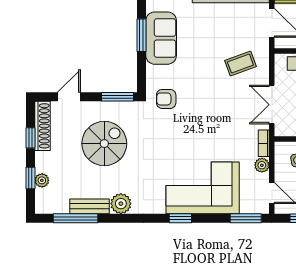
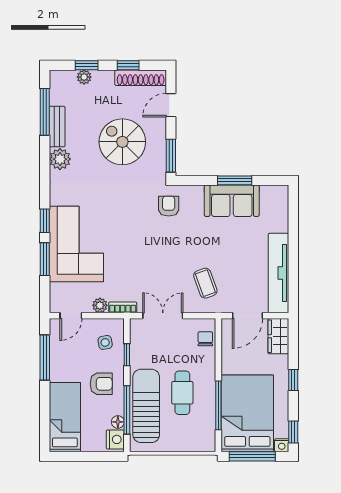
door: (69, 97) -> (171, 105), swing flipped
spiral stairs: (104, 144) -> (122, 142), turned 180
window: (246, 218) -> (45, 259), moved

